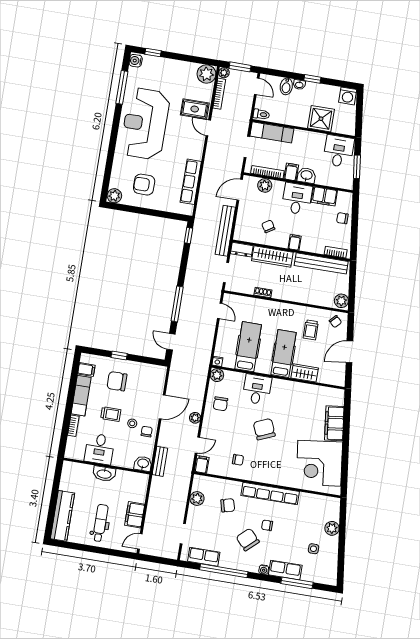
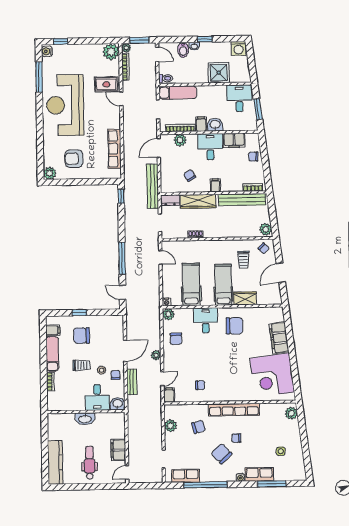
chair: (264, 429) -> (234, 326), moved, turned 113
desk: (100, 449) -> (97, 397), moved
bench: (160, 461) -> (132, 382), moved
plant: (332, 528) -> (291, 413), moved

